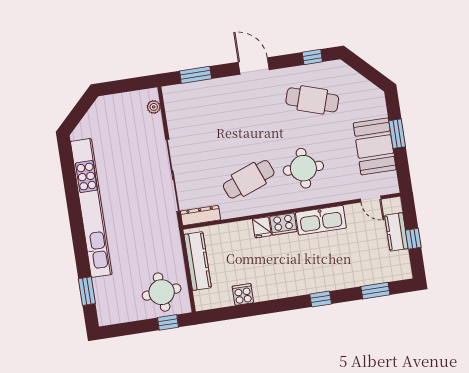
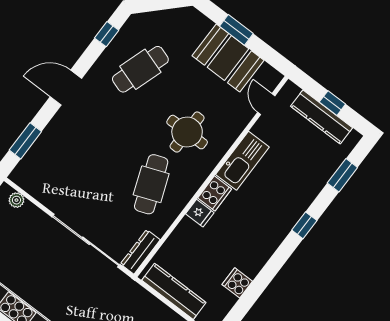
door: (371, 199) -> (266, 104), swing flipped
kitchen counter: (396, 232) -> (322, 117), width x1.50

